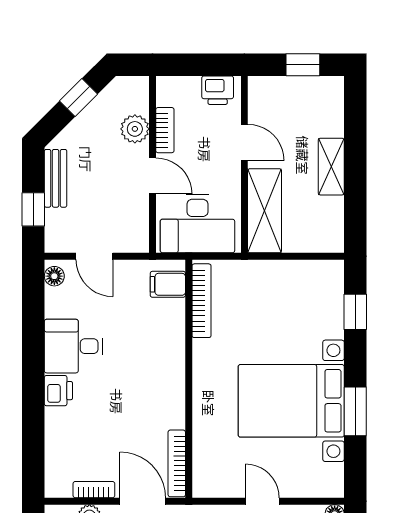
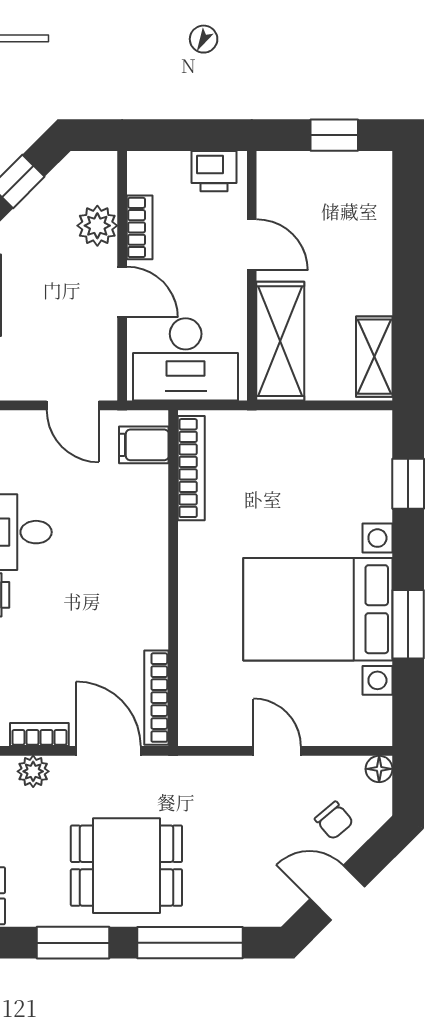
shelving: (331, 167) -> (374, 357), moved
door: (94, 256) -> (73, 405), moved

